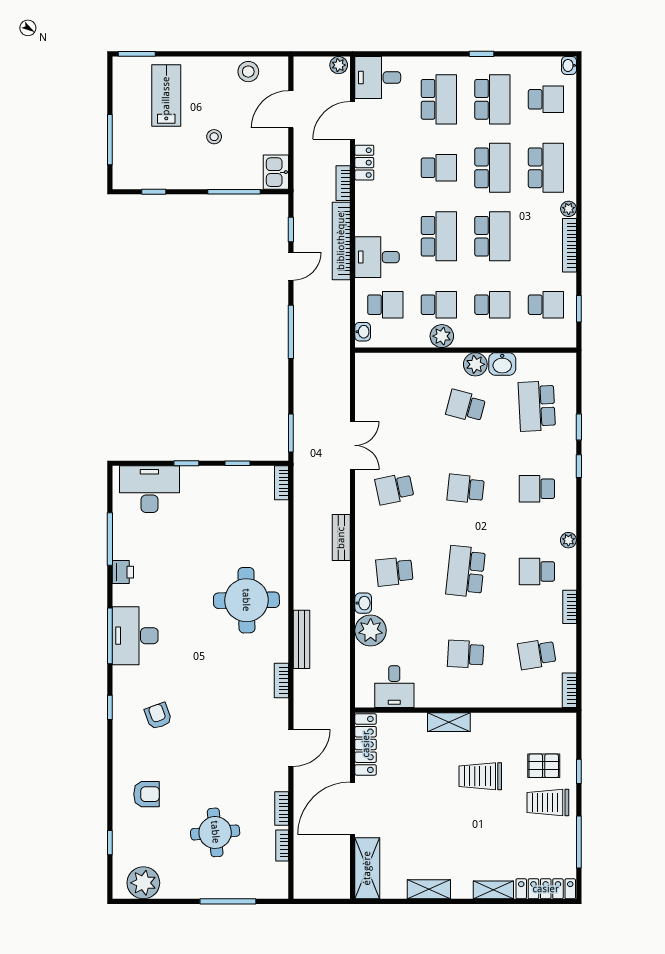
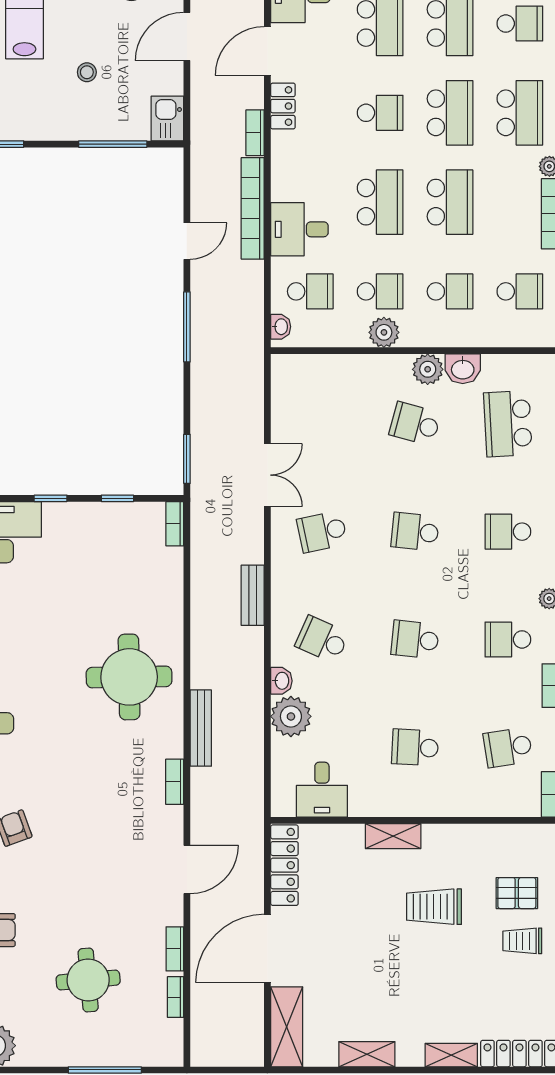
window: (291, 229) -> (187, 193), removed
school desk: (394, 571) -> (322, 639), turned 30
school desk: (466, 571) -> (415, 639), width x0.54
trolley: (548, 802) -> (522, 941), width x0.73, depth x0.72

